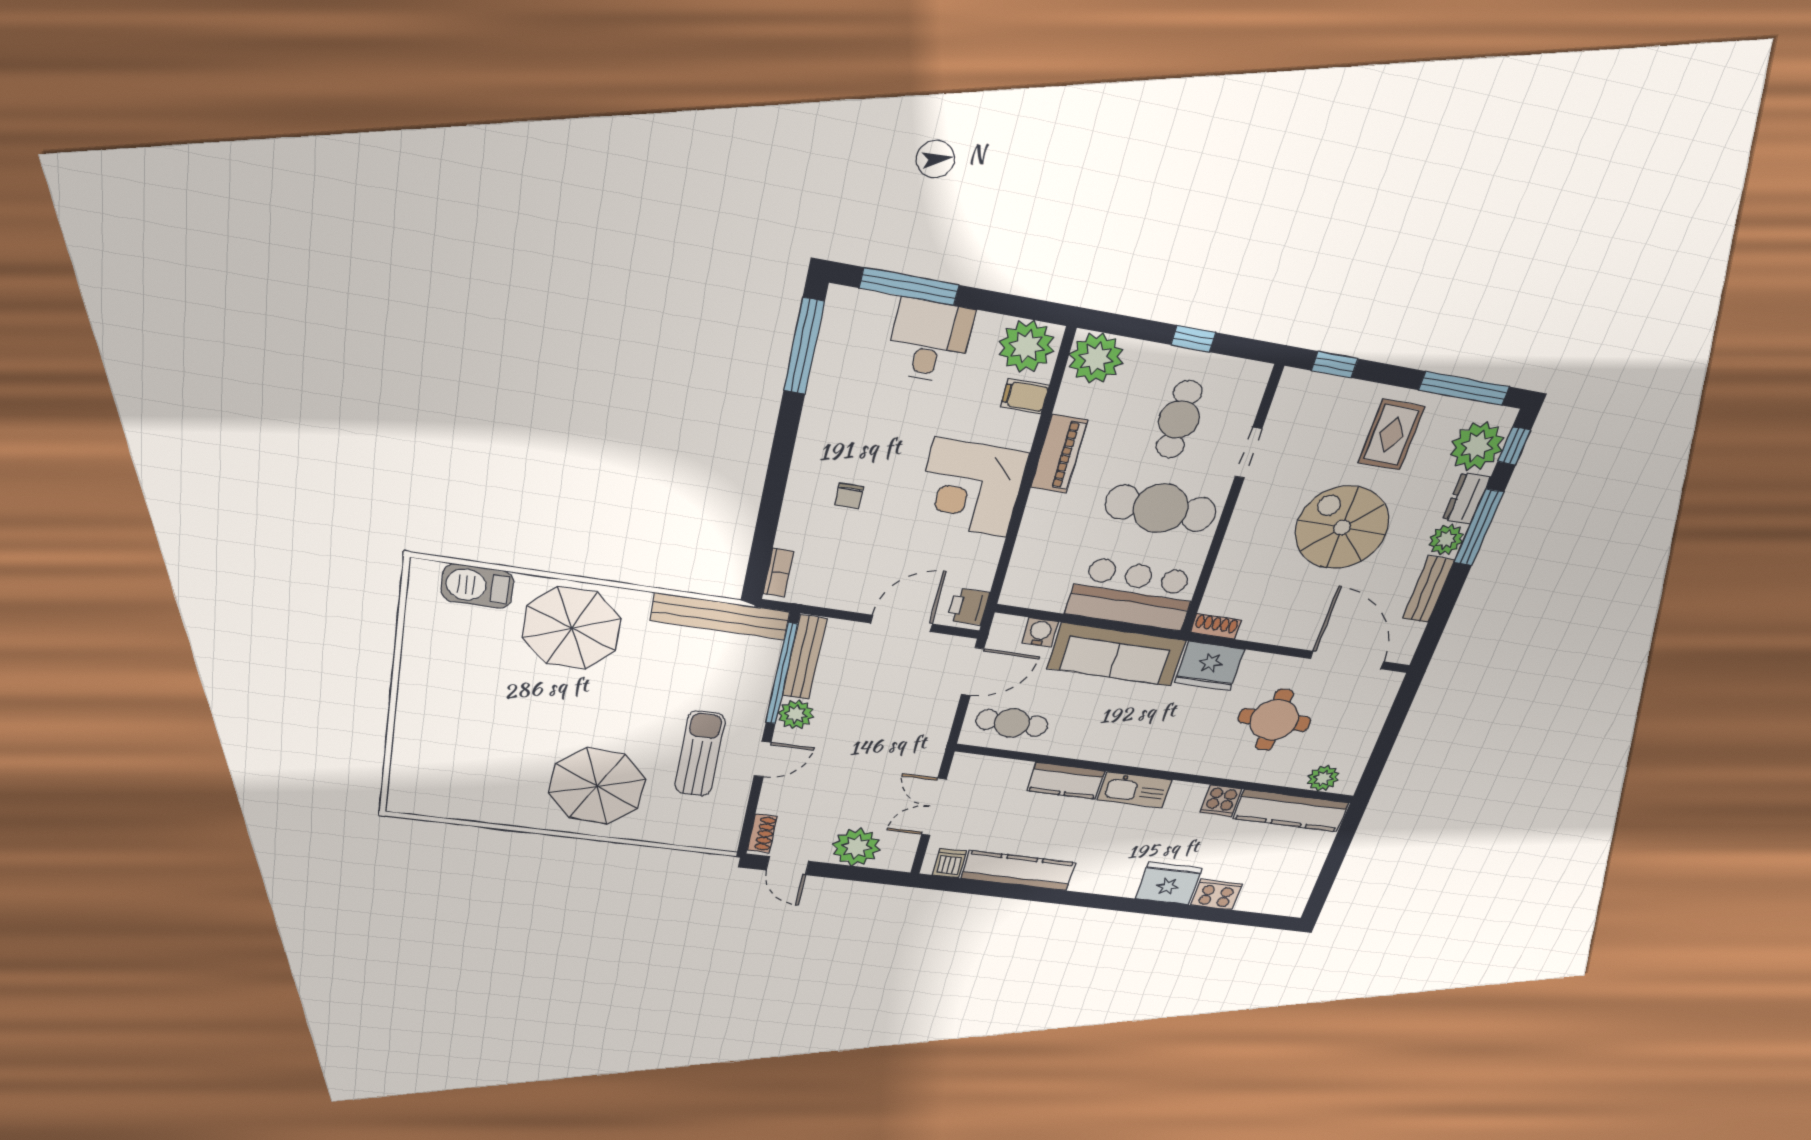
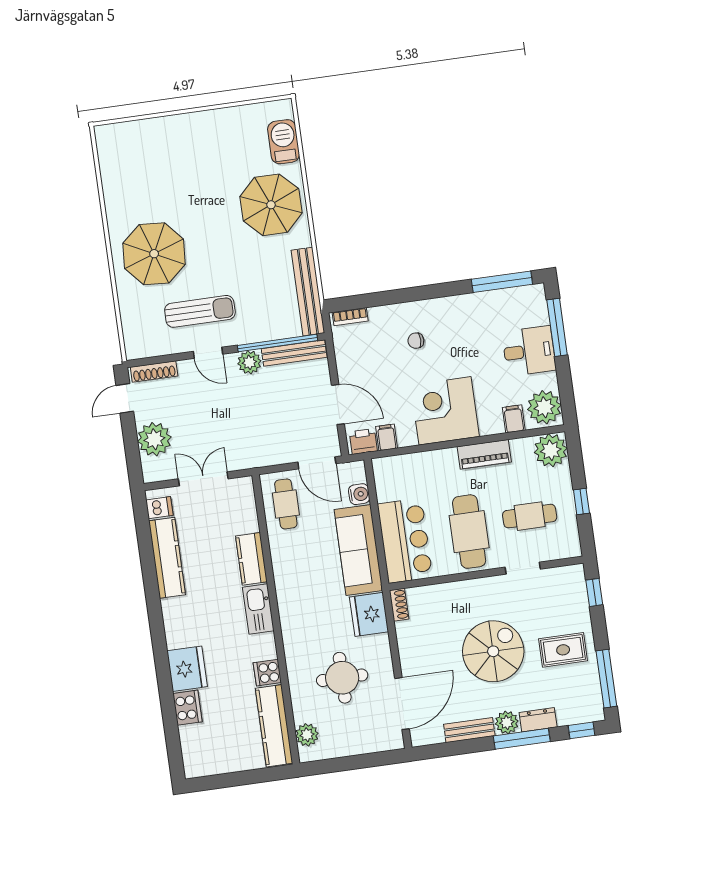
plant: (1477, 446) -> (574, 707), removed
filing cabinet: (976, 575) -> (387, 437), added
shoe rack: (762, 833) -> (154, 371), width x1.43

